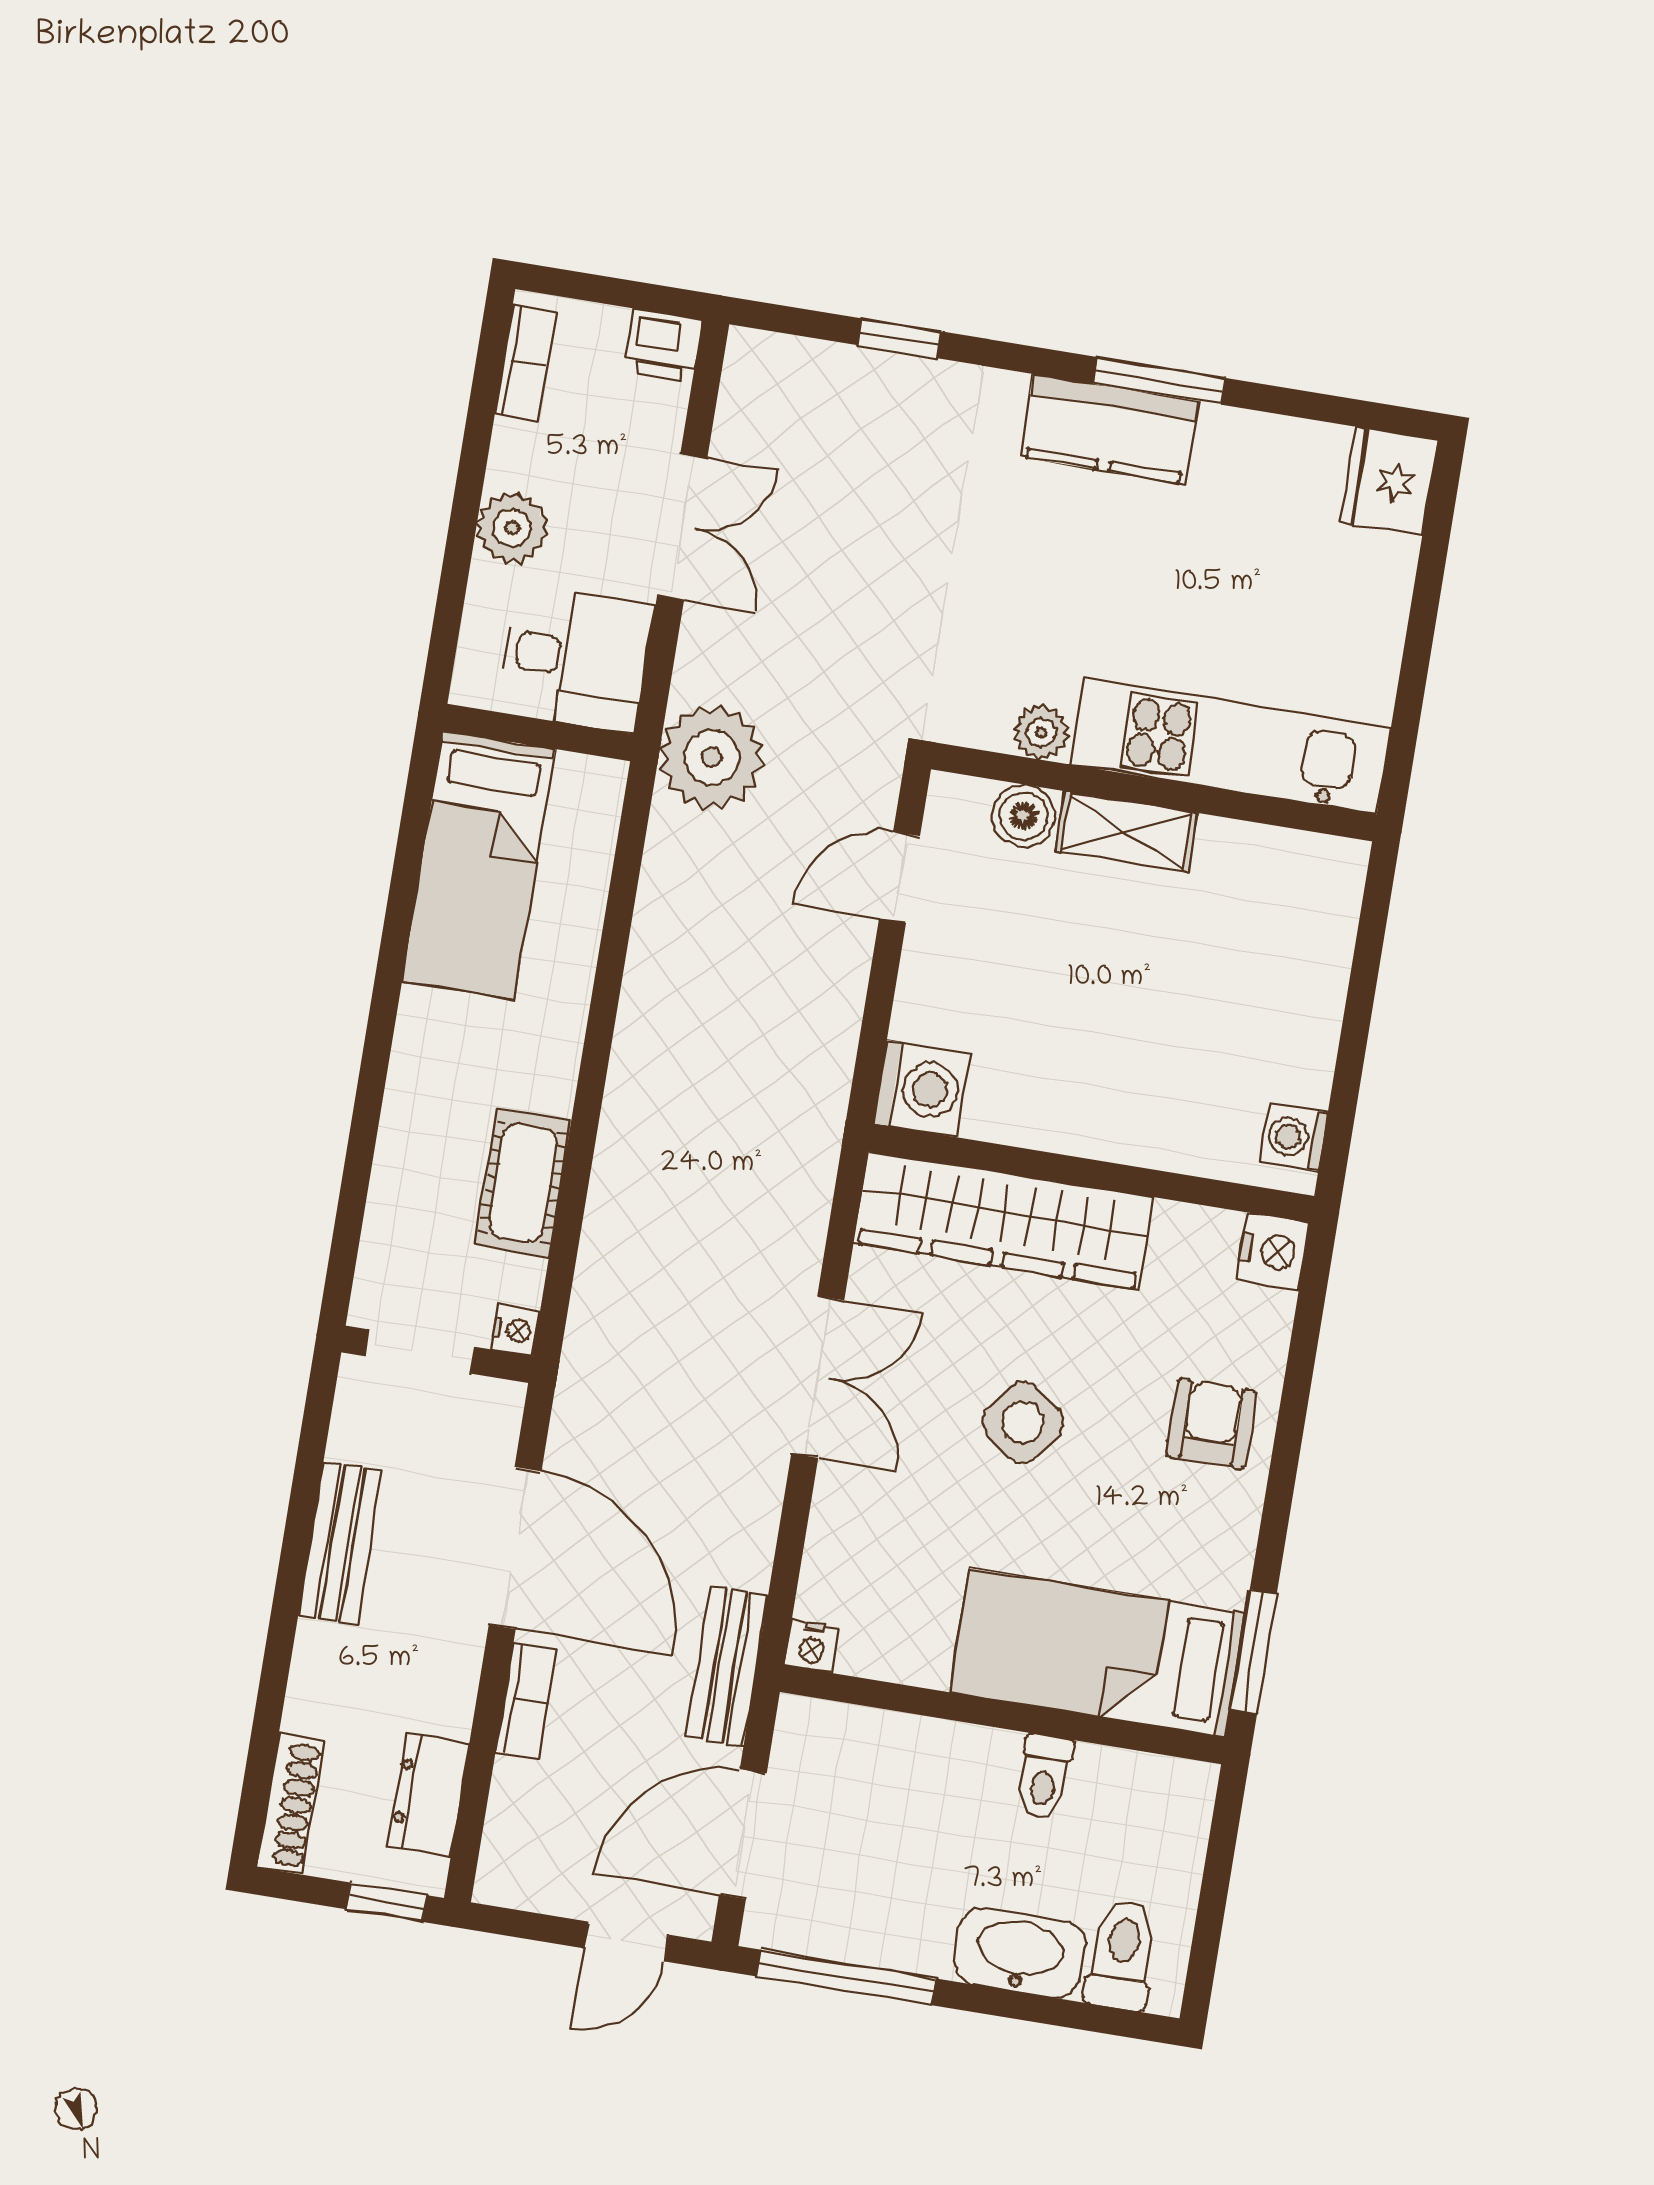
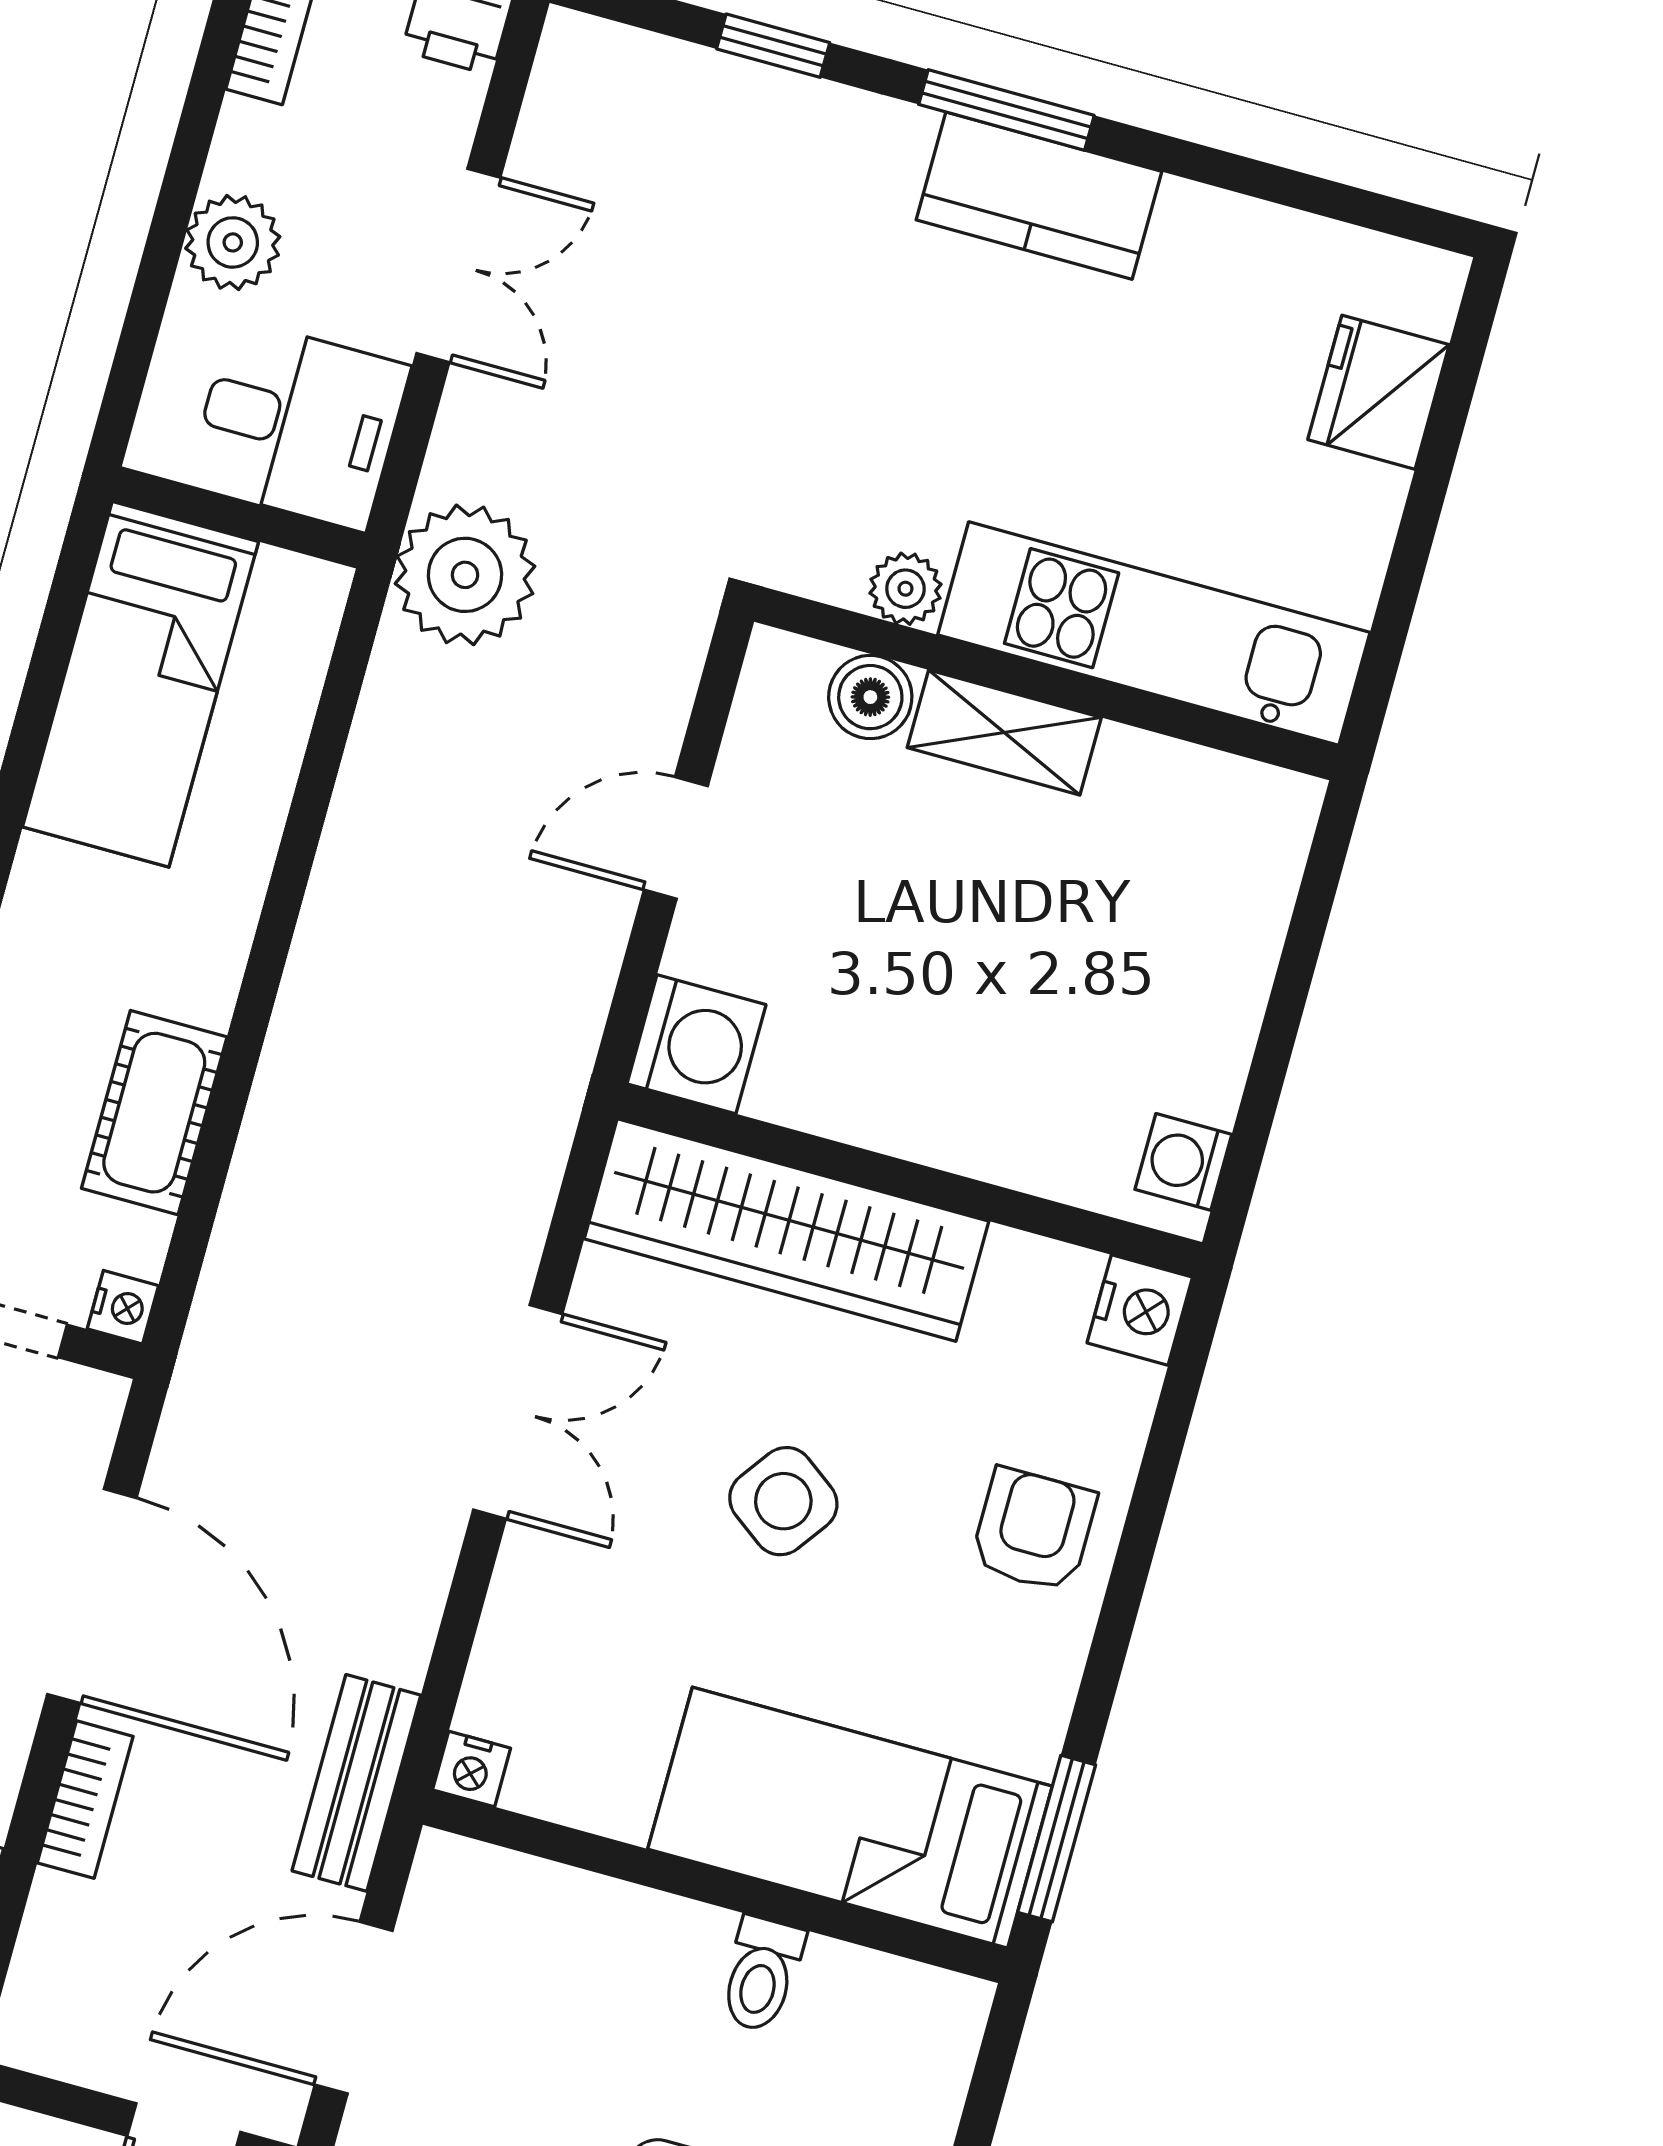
window: (1159, 381) -> (1006, 110), moved
fridge: (1389, 481) -> (1378, 392), moved
door: (900, 877) -> (676, 838), moved

